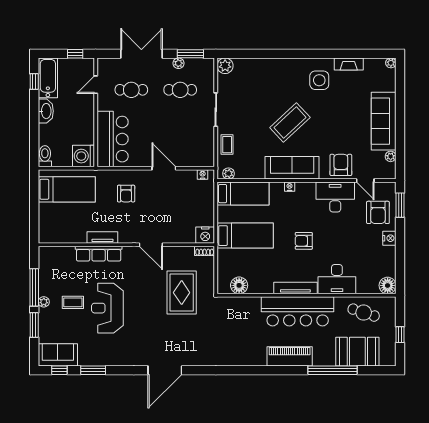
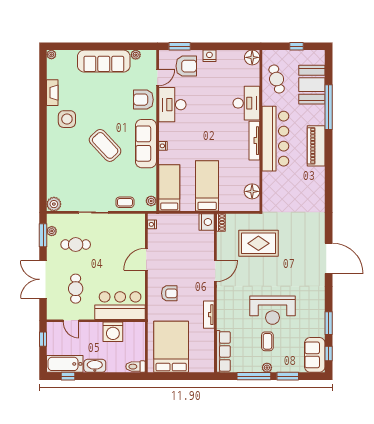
plant: (178, 63) -> (52, 231), moved
cafe table: (180, 90) -> (76, 245), turned 90
washing machine: (83, 156) -> (113, 332), moved
bed: (67, 189) -> (171, 347), width x1.50
armchair: (304, 241) -> (212, 133), removed
row of seats: (99, 254) -> (223, 351), moved
cafe table: (364, 313) -> (277, 79), turned -34

